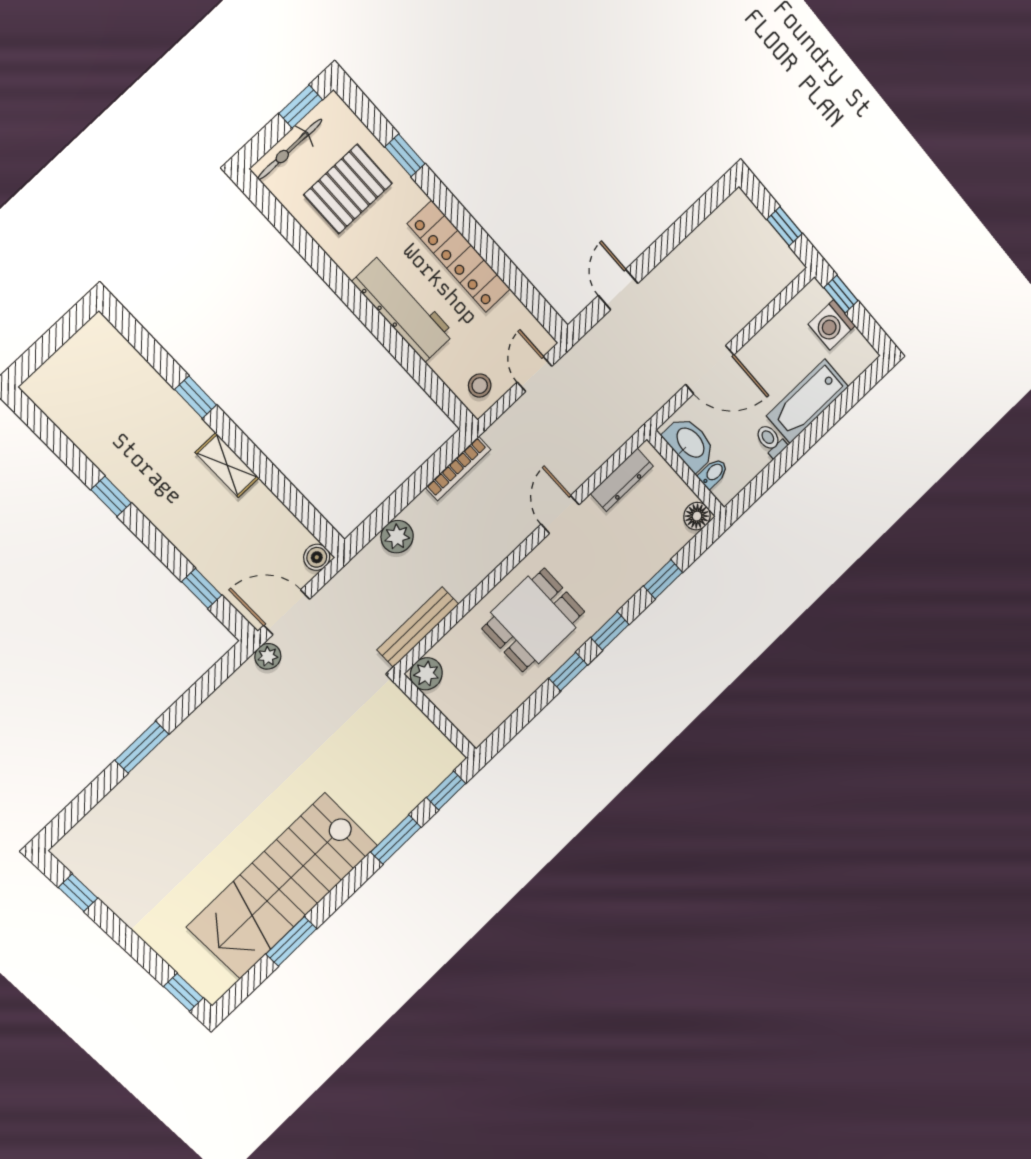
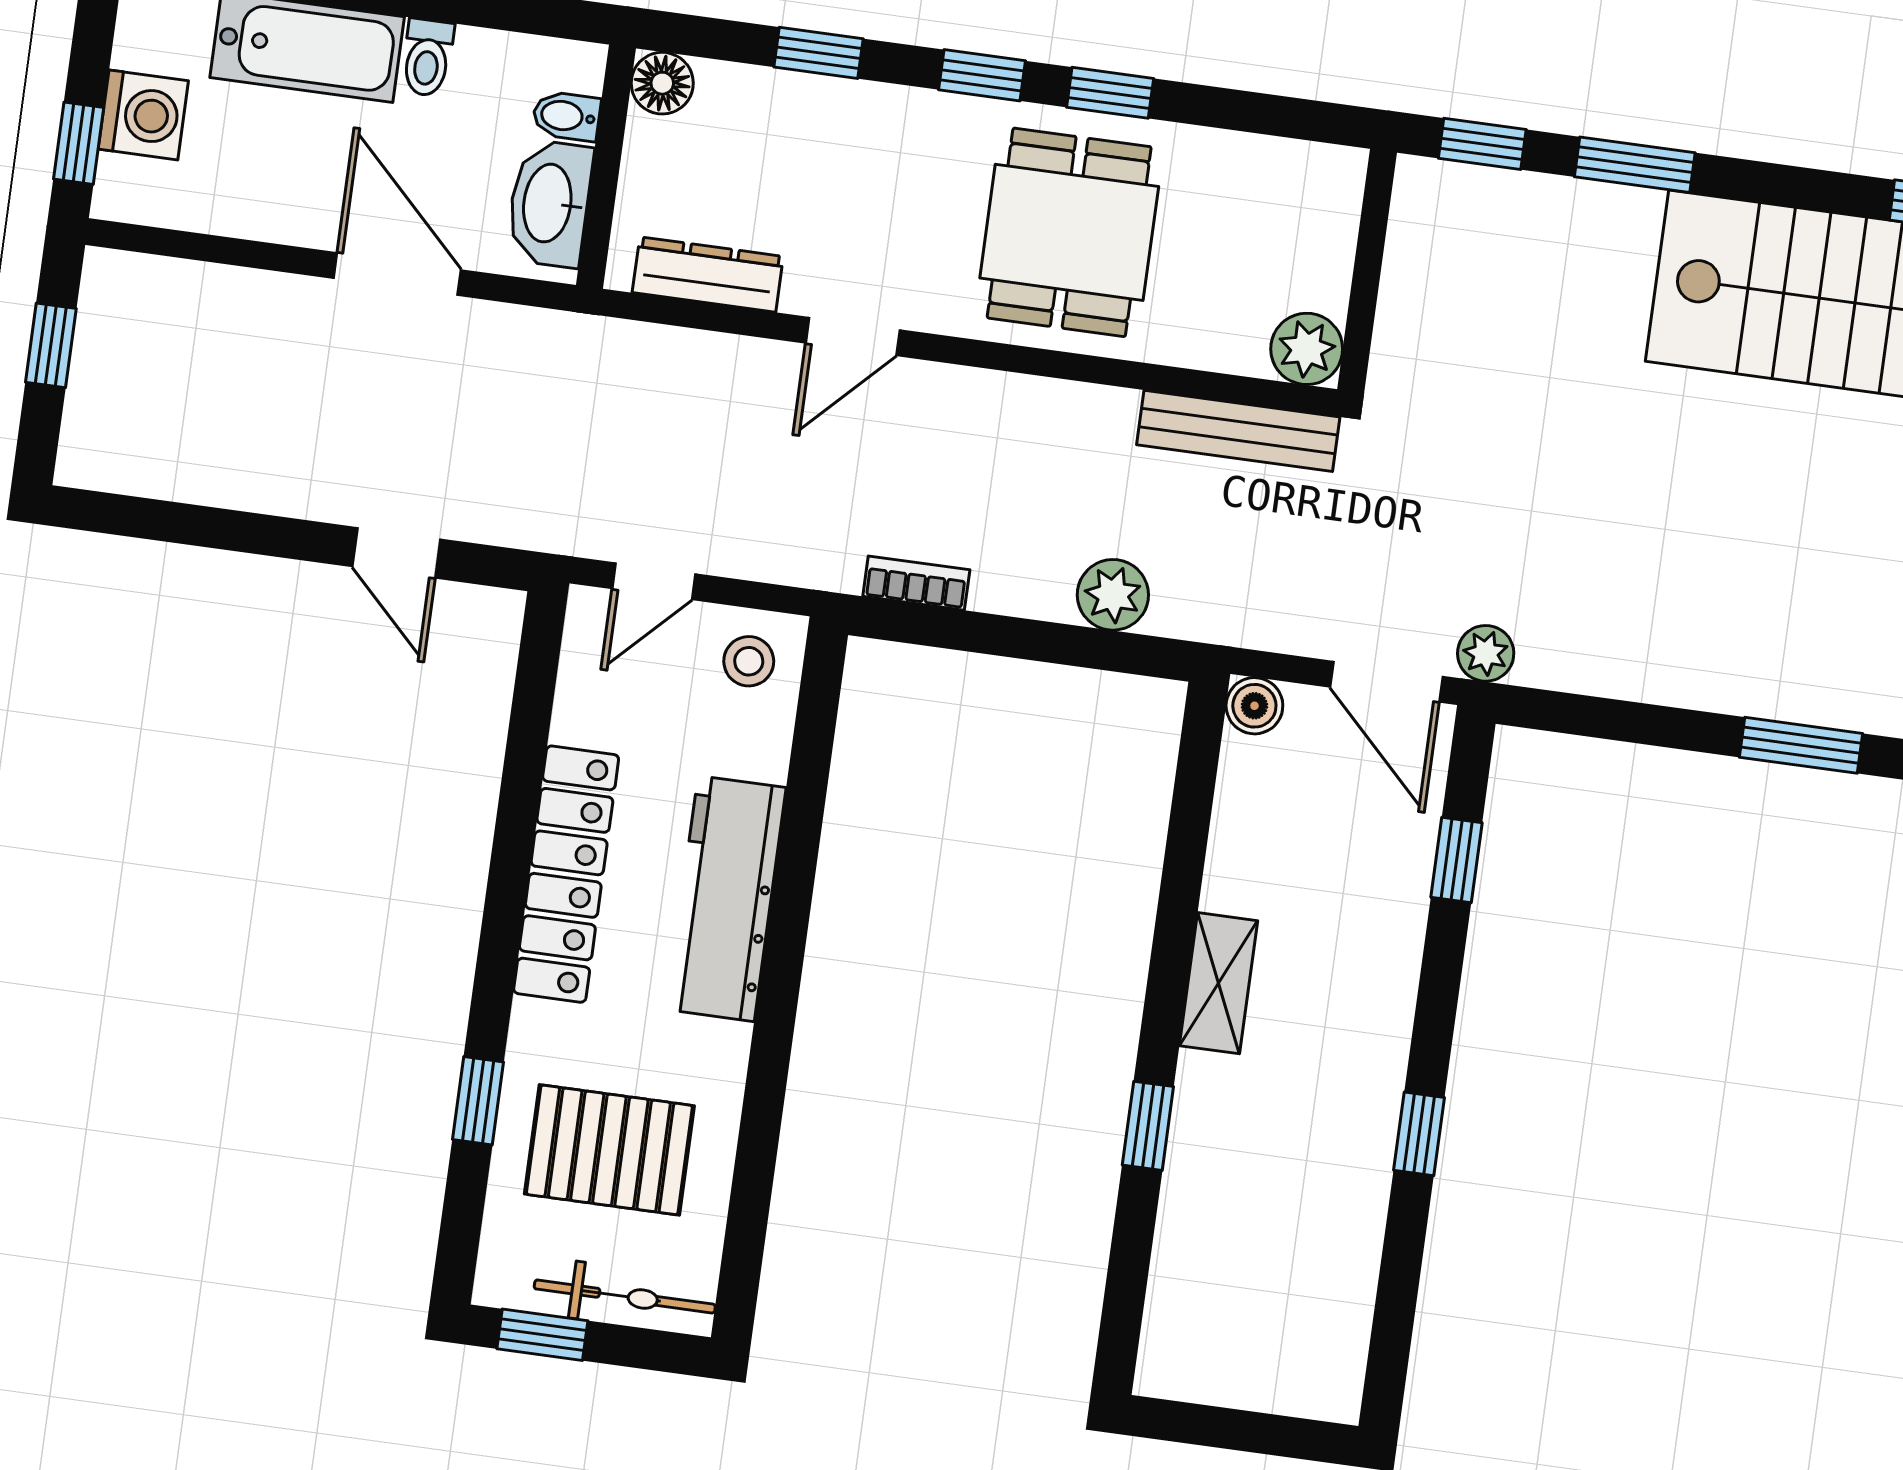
door: (618, 289) -> (396, 553), hinge flipped
bookcase: (458, 469) -> (916, 583), width x0.64
dining table: (533, 620) -> (1069, 232), turned 90

